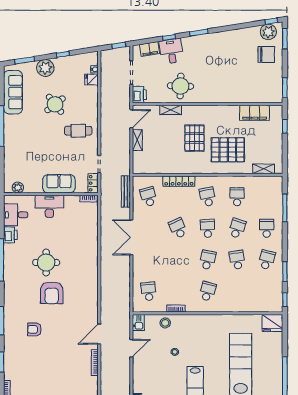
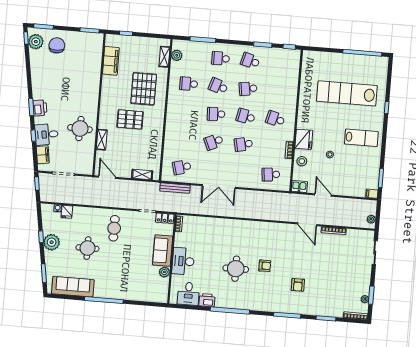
plant: (45, 68) -> (52, 242), moved
printer: (139, 95) -> (40, 108), moved, turned 81
round table: (55, 104) -> (88, 248), turned 38
shelving: (137, 140) -> (142, 175), moved
locker: (179, 181) -> (169, 137), removed
plant: (266, 182) -> (177, 55), added
plant: (18, 188) -> (164, 272), moved
school desk: (208, 197) -> (243, 144), moved
armchair: (52, 293) -> (265, 266), width x0.53, depth x0.53
fridge: (272, 323) -> (304, 139), moved

